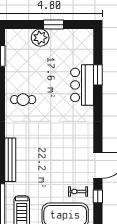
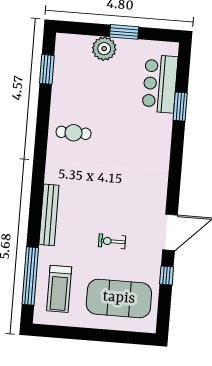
bar counter: (82, 85) -> (160, 84), moved
exercise bike: (78, 192) -> (112, 241), moved

